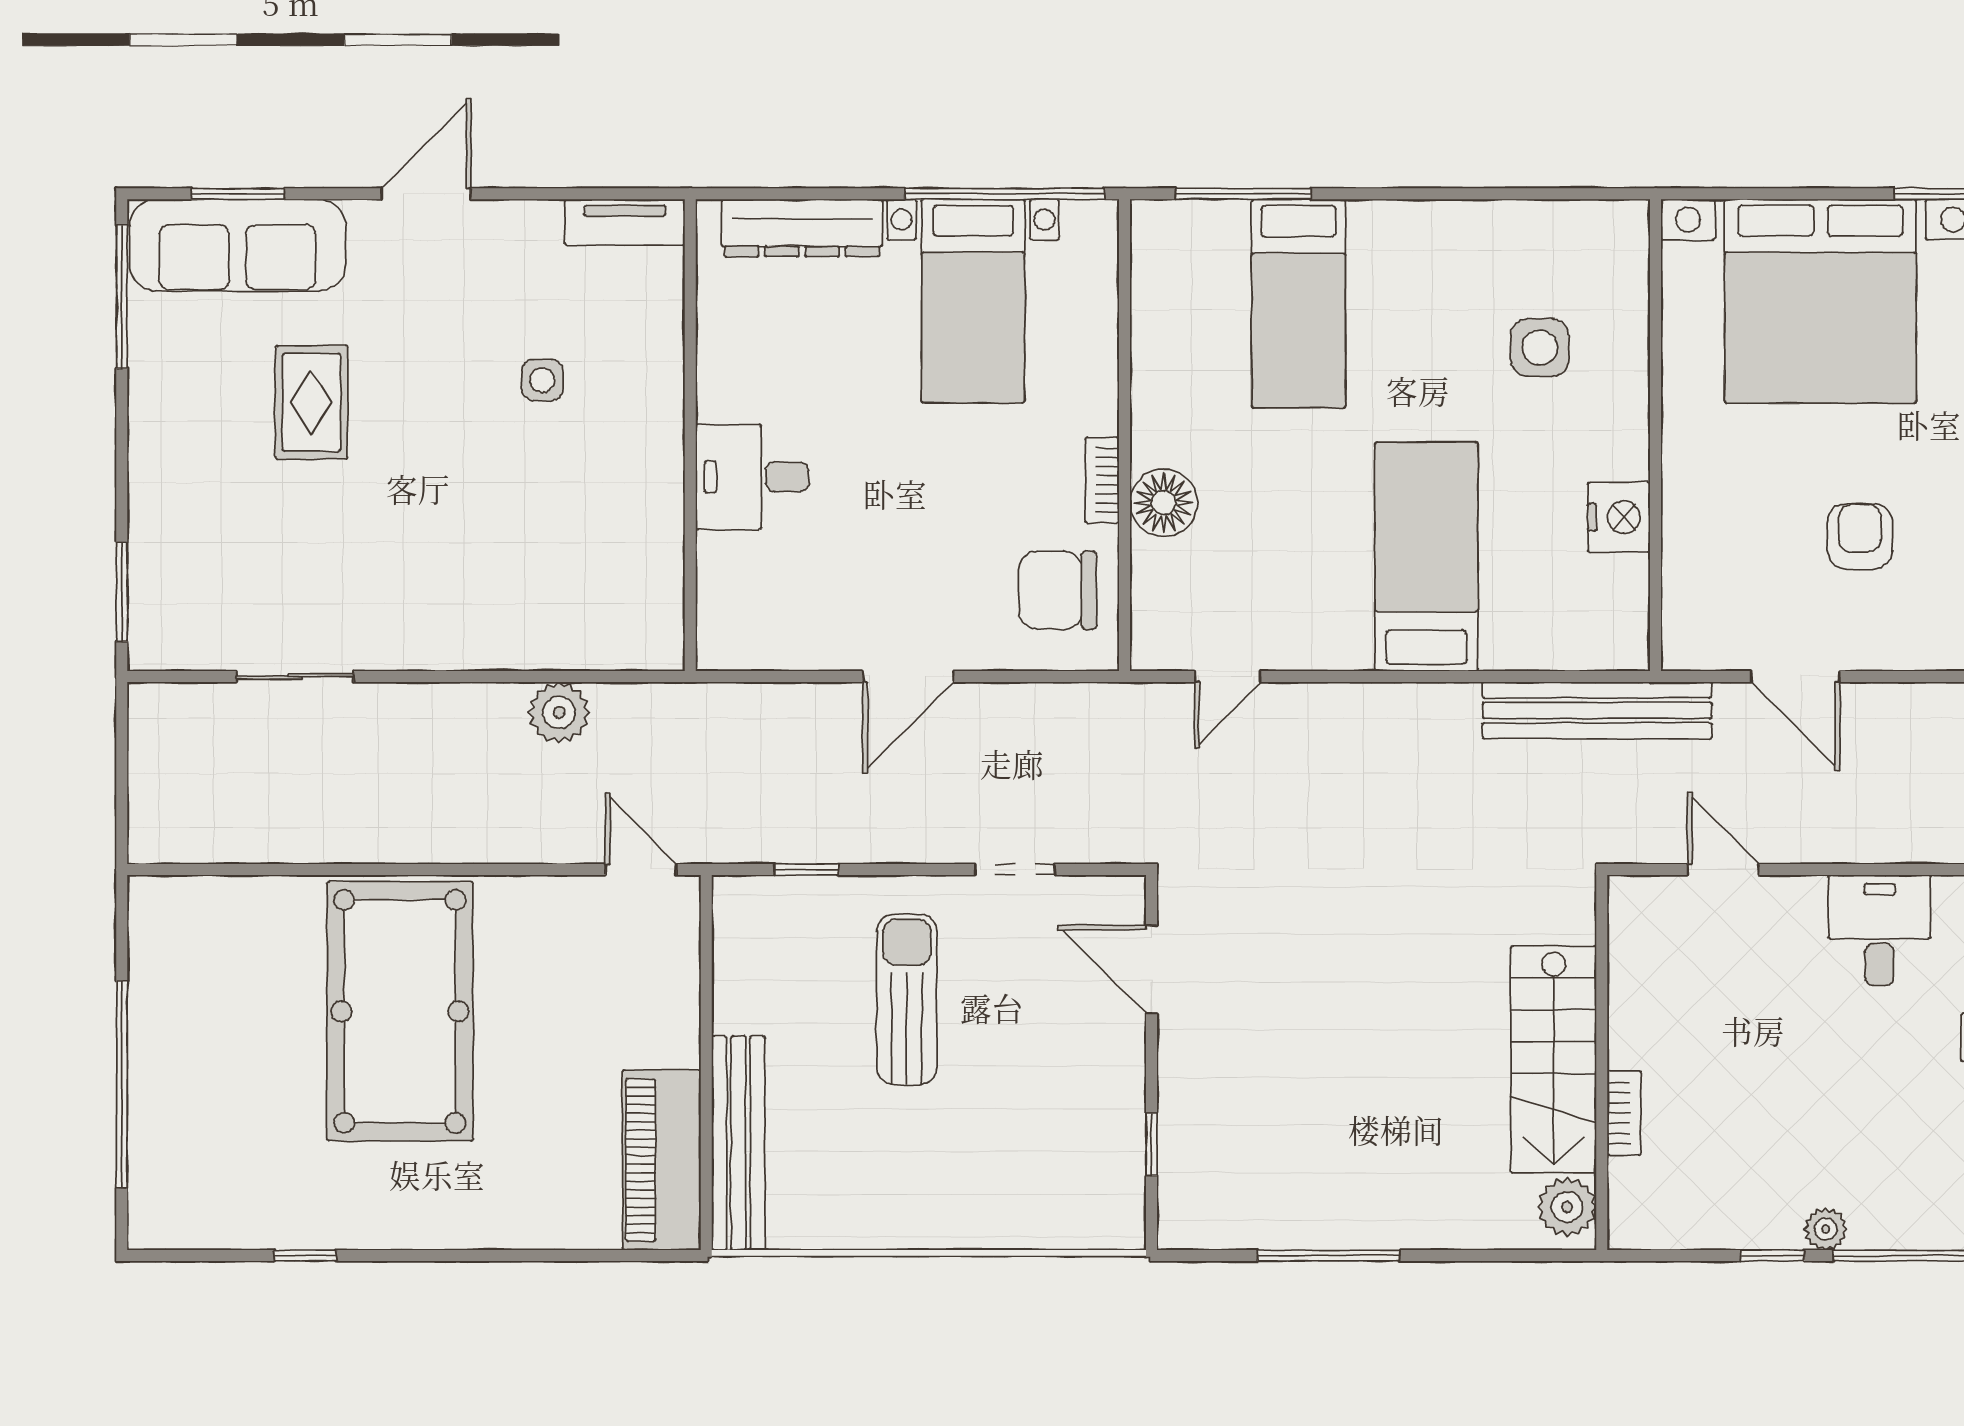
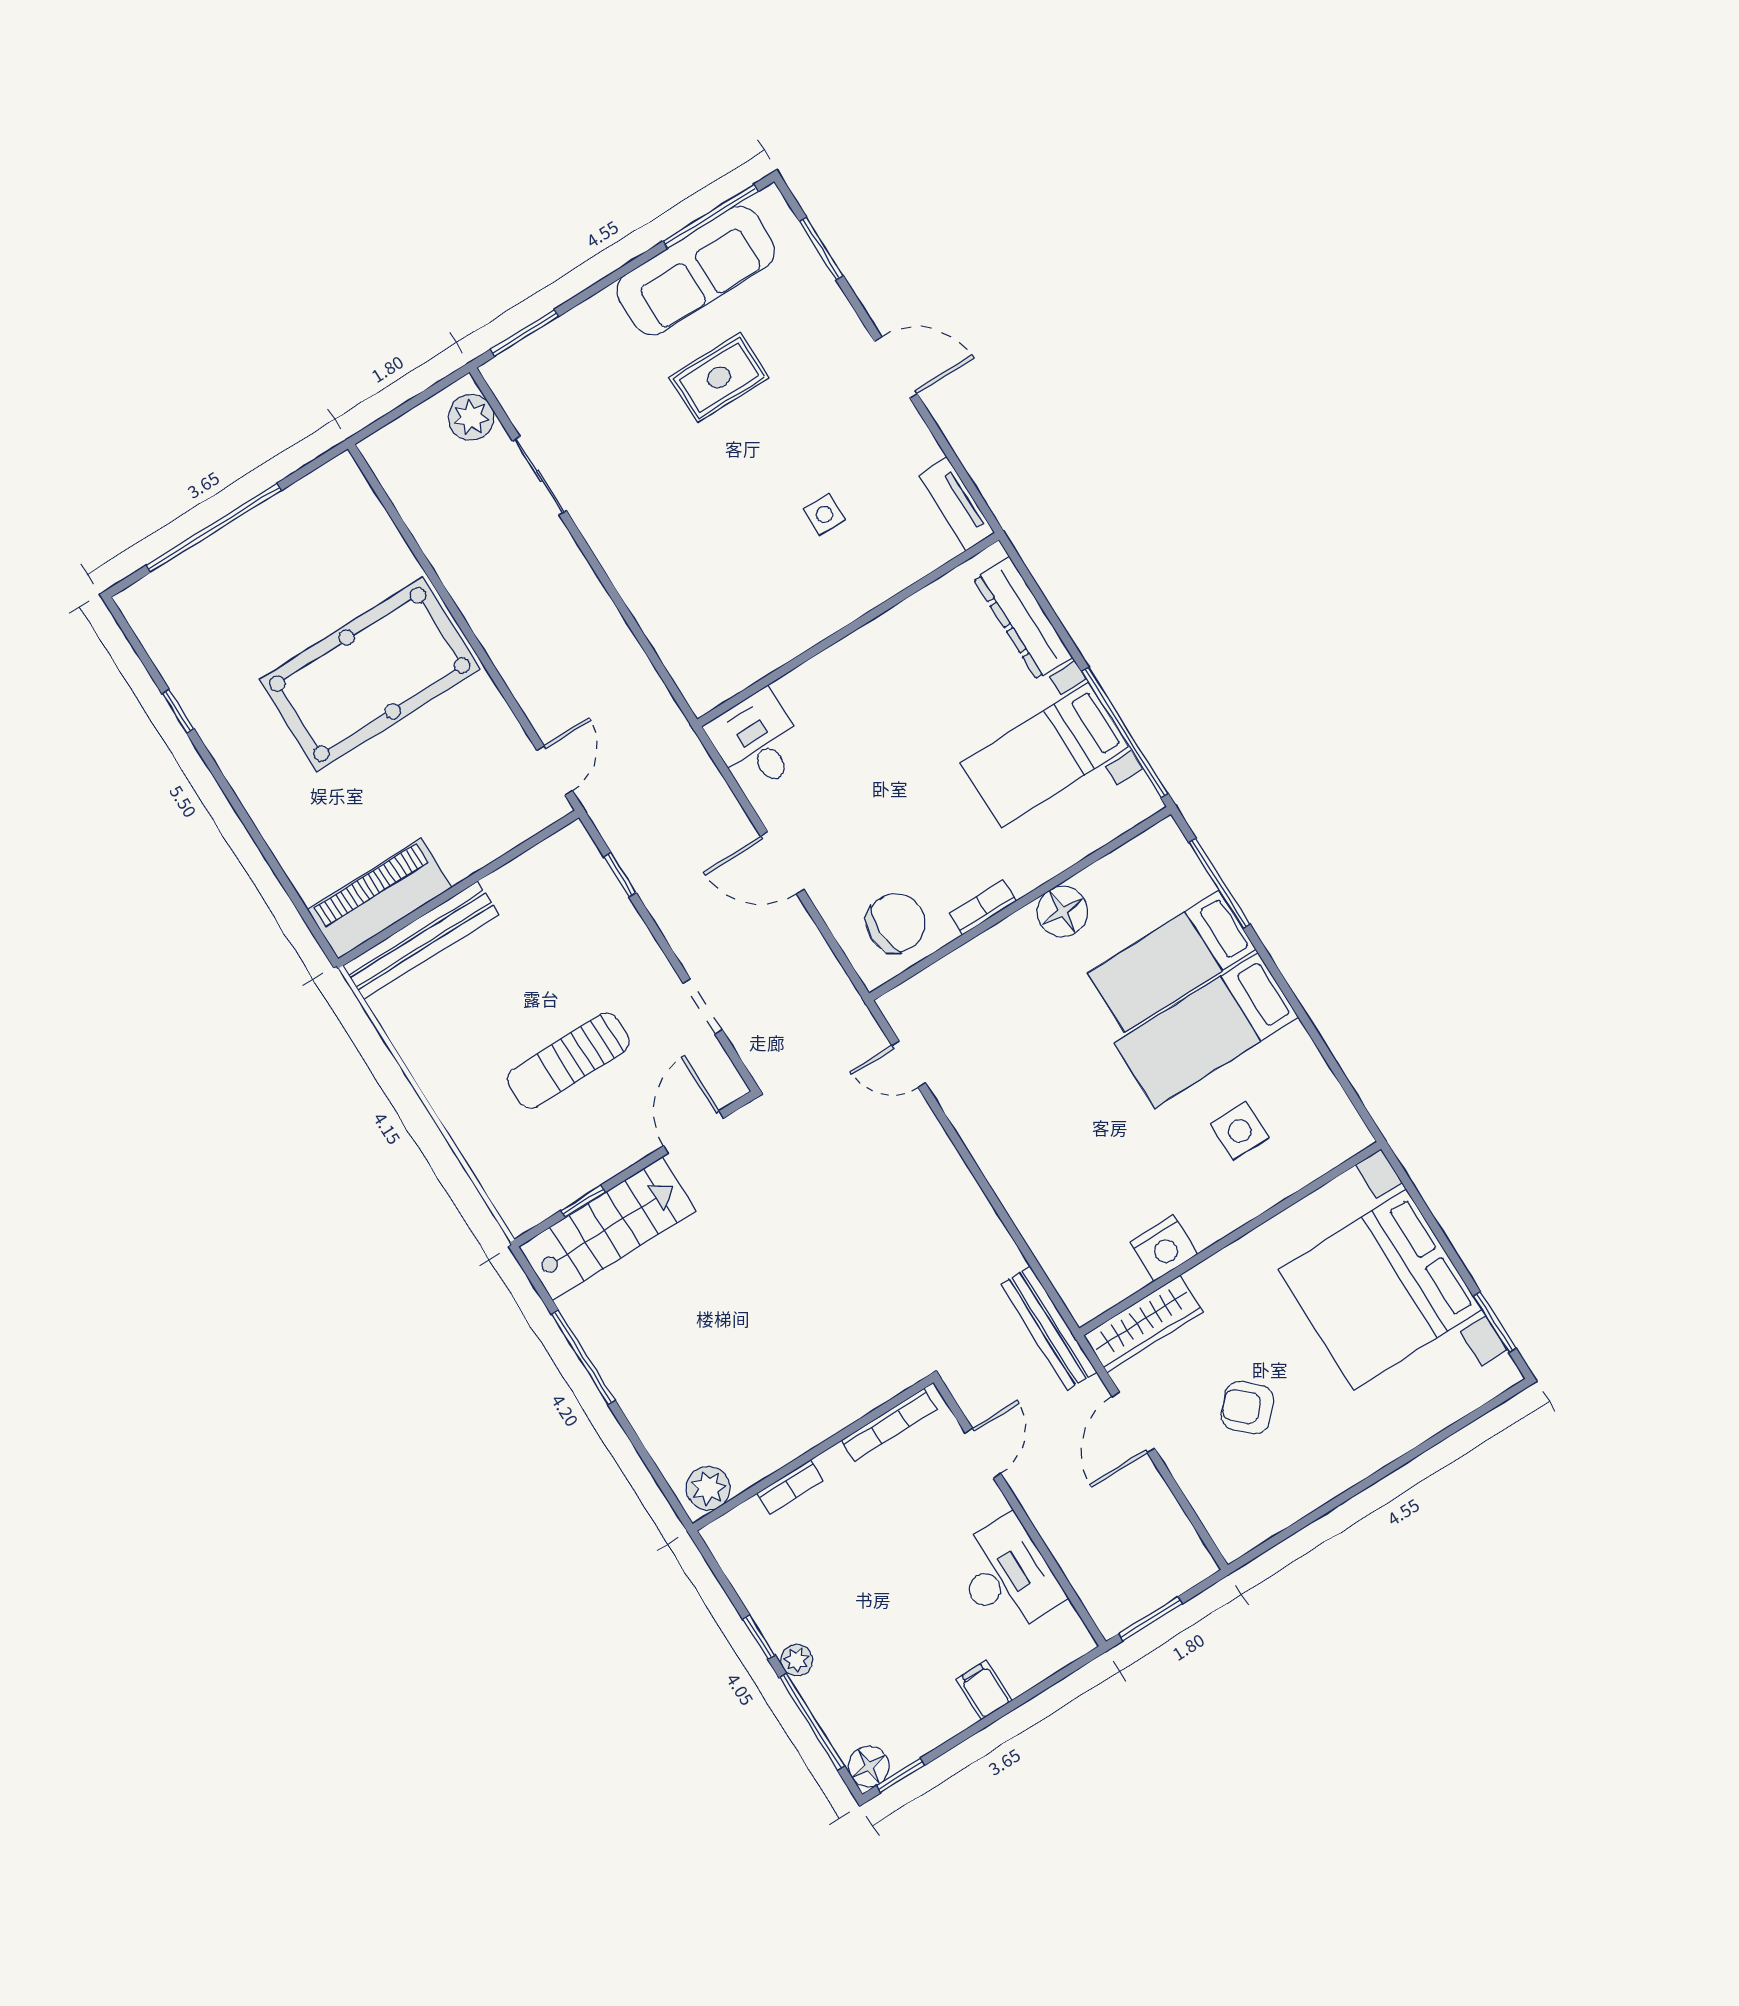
sofa: (238, 245) -> (696, 271), moved, turned -90
desk: (752, 477) -> (757, 741), moved
floor lamp: (1164, 503) -> (1062, 911), moved
armchair: (1860, 536) -> (1247, 1408), turned -137
bed: (1426, 557) -> (1206, 1030), moved, turned 180
chair: (1058, 590) -> (896, 923), turned 90
wardrobe: (1690, 595) -> (1143, 1324), added
bench: (1597, 710) -> (1049, 1328), width x0.73, depth x0.82
plant: (559, 713) -> (471, 417), moved
desk: (1879, 930) -> (1007, 1576), width x1.37
bookcase: (1624, 956) -> (889, 1425), added
sun lounger: (907, 1000) -> (568, 1061), moved, turned 180
stairs: (1554, 1060) -> (607, 1229), moved, turned 180

